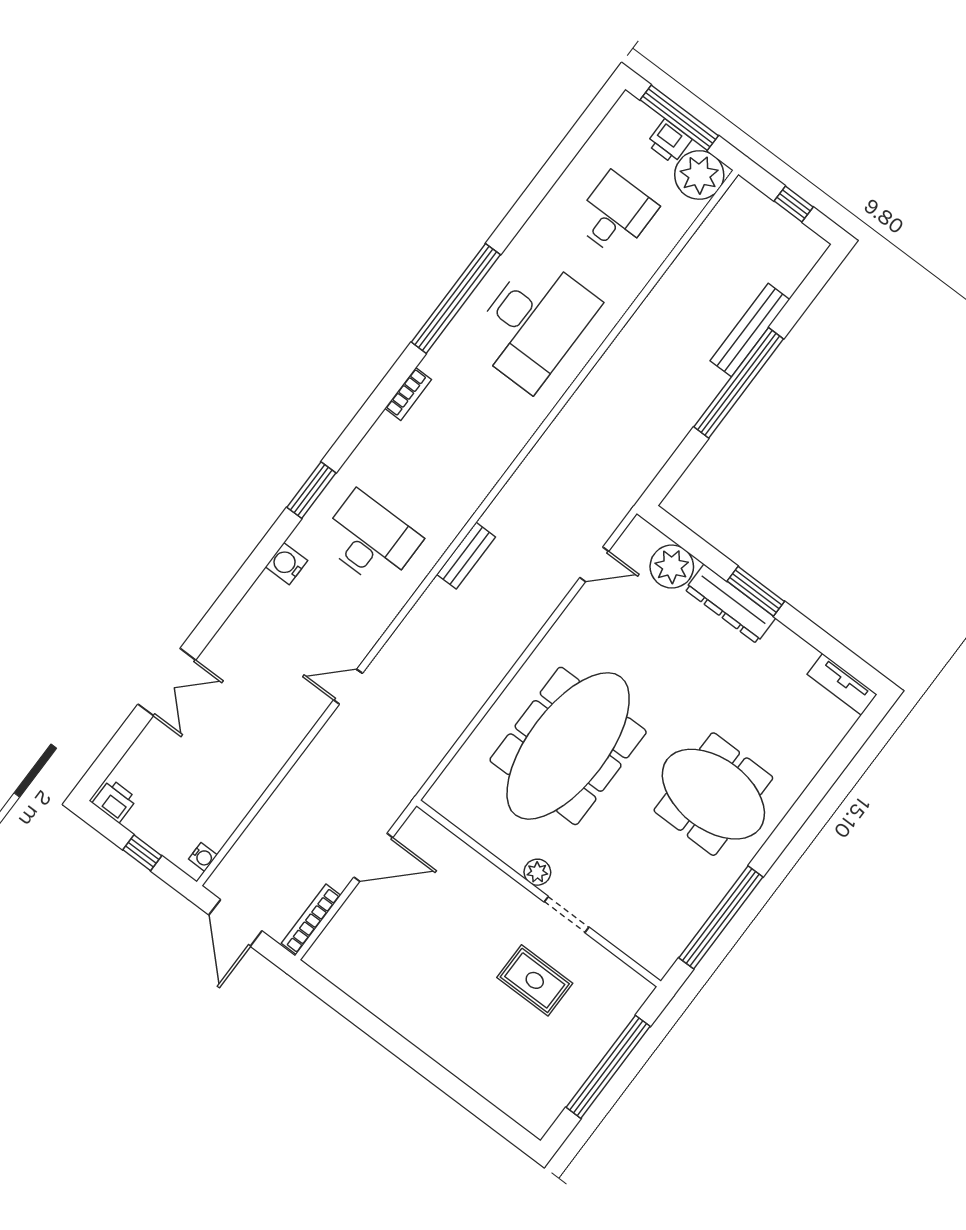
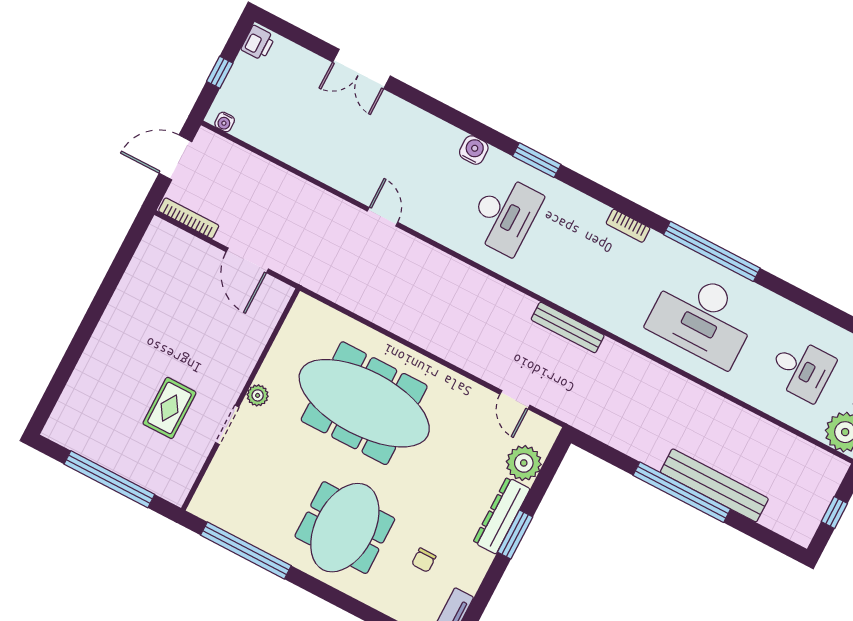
bench: (750, 330) -> (714, 485), width x1.37, depth x1.21
bench: (466, 556) -> (568, 327), moved, width x1.36
chair: (768, 706) -> (424, 560), added

